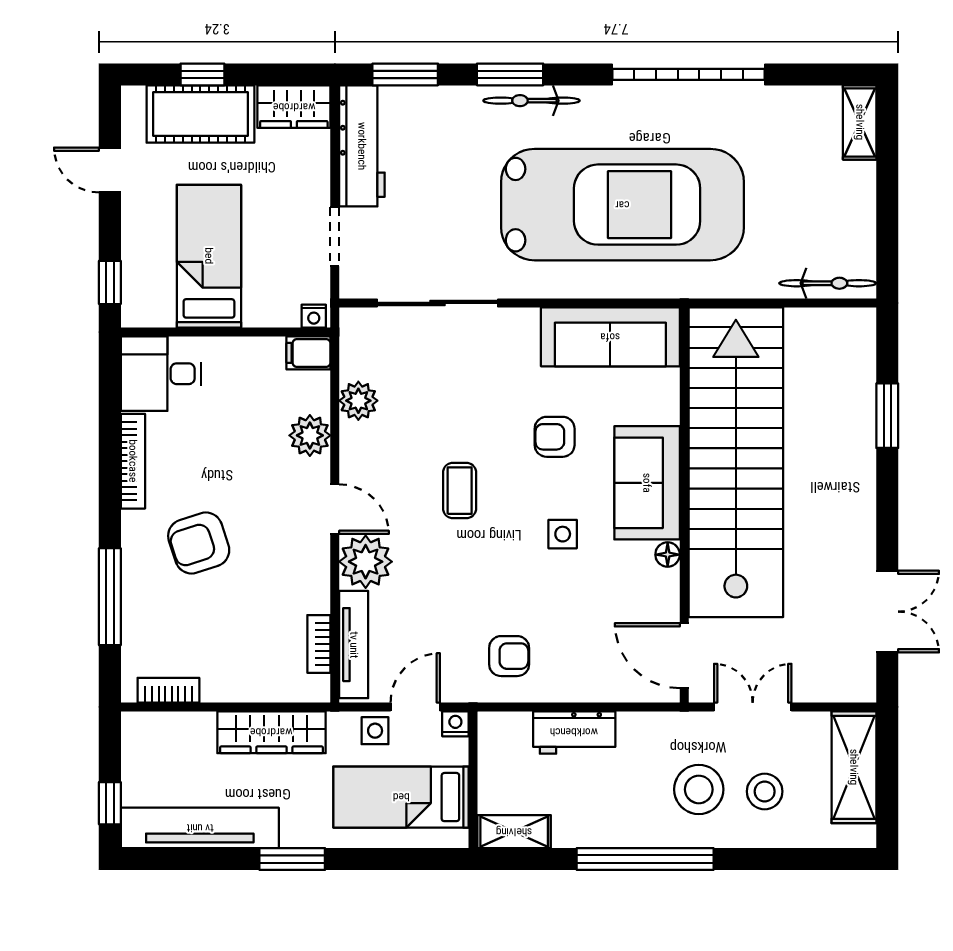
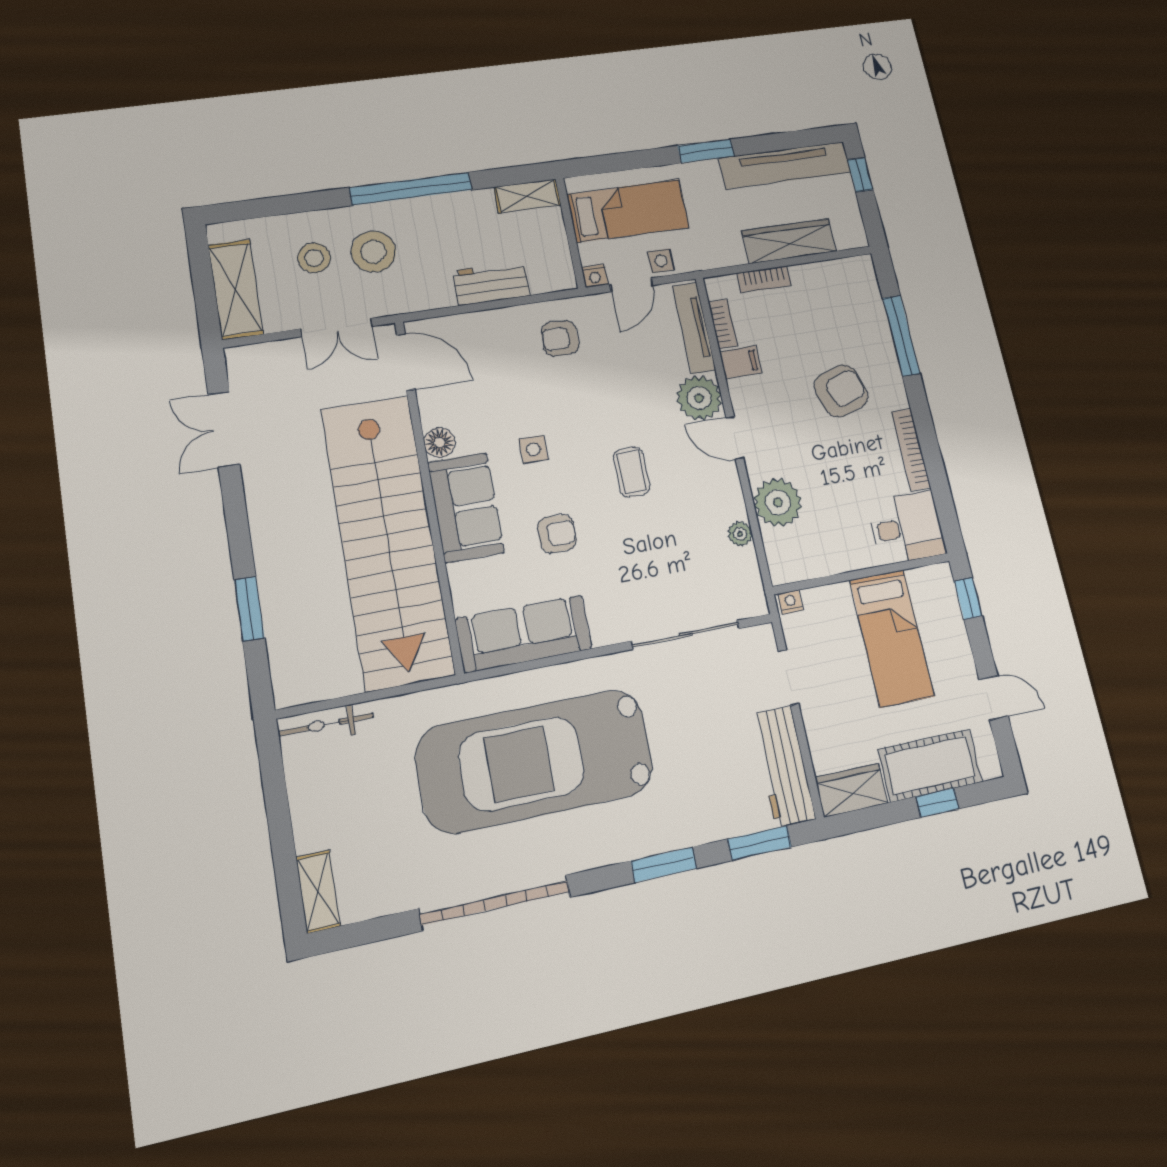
bicycle: (532, 101) -> (639, 843), removed
filing cabinet: (308, 353) -> (741, 362), moved
plant: (358, 401) -> (740, 534), width x0.73, depth x0.73
plant: (310, 435) -> (778, 502), width x1.36, depth x1.36
floor lamp: (668, 555) -> (439, 442), width x1.37, depth x1.37
bookcase: (168, 690) -> (764, 279), moved
wardrobe: (271, 732) -> (789, 241), moved

